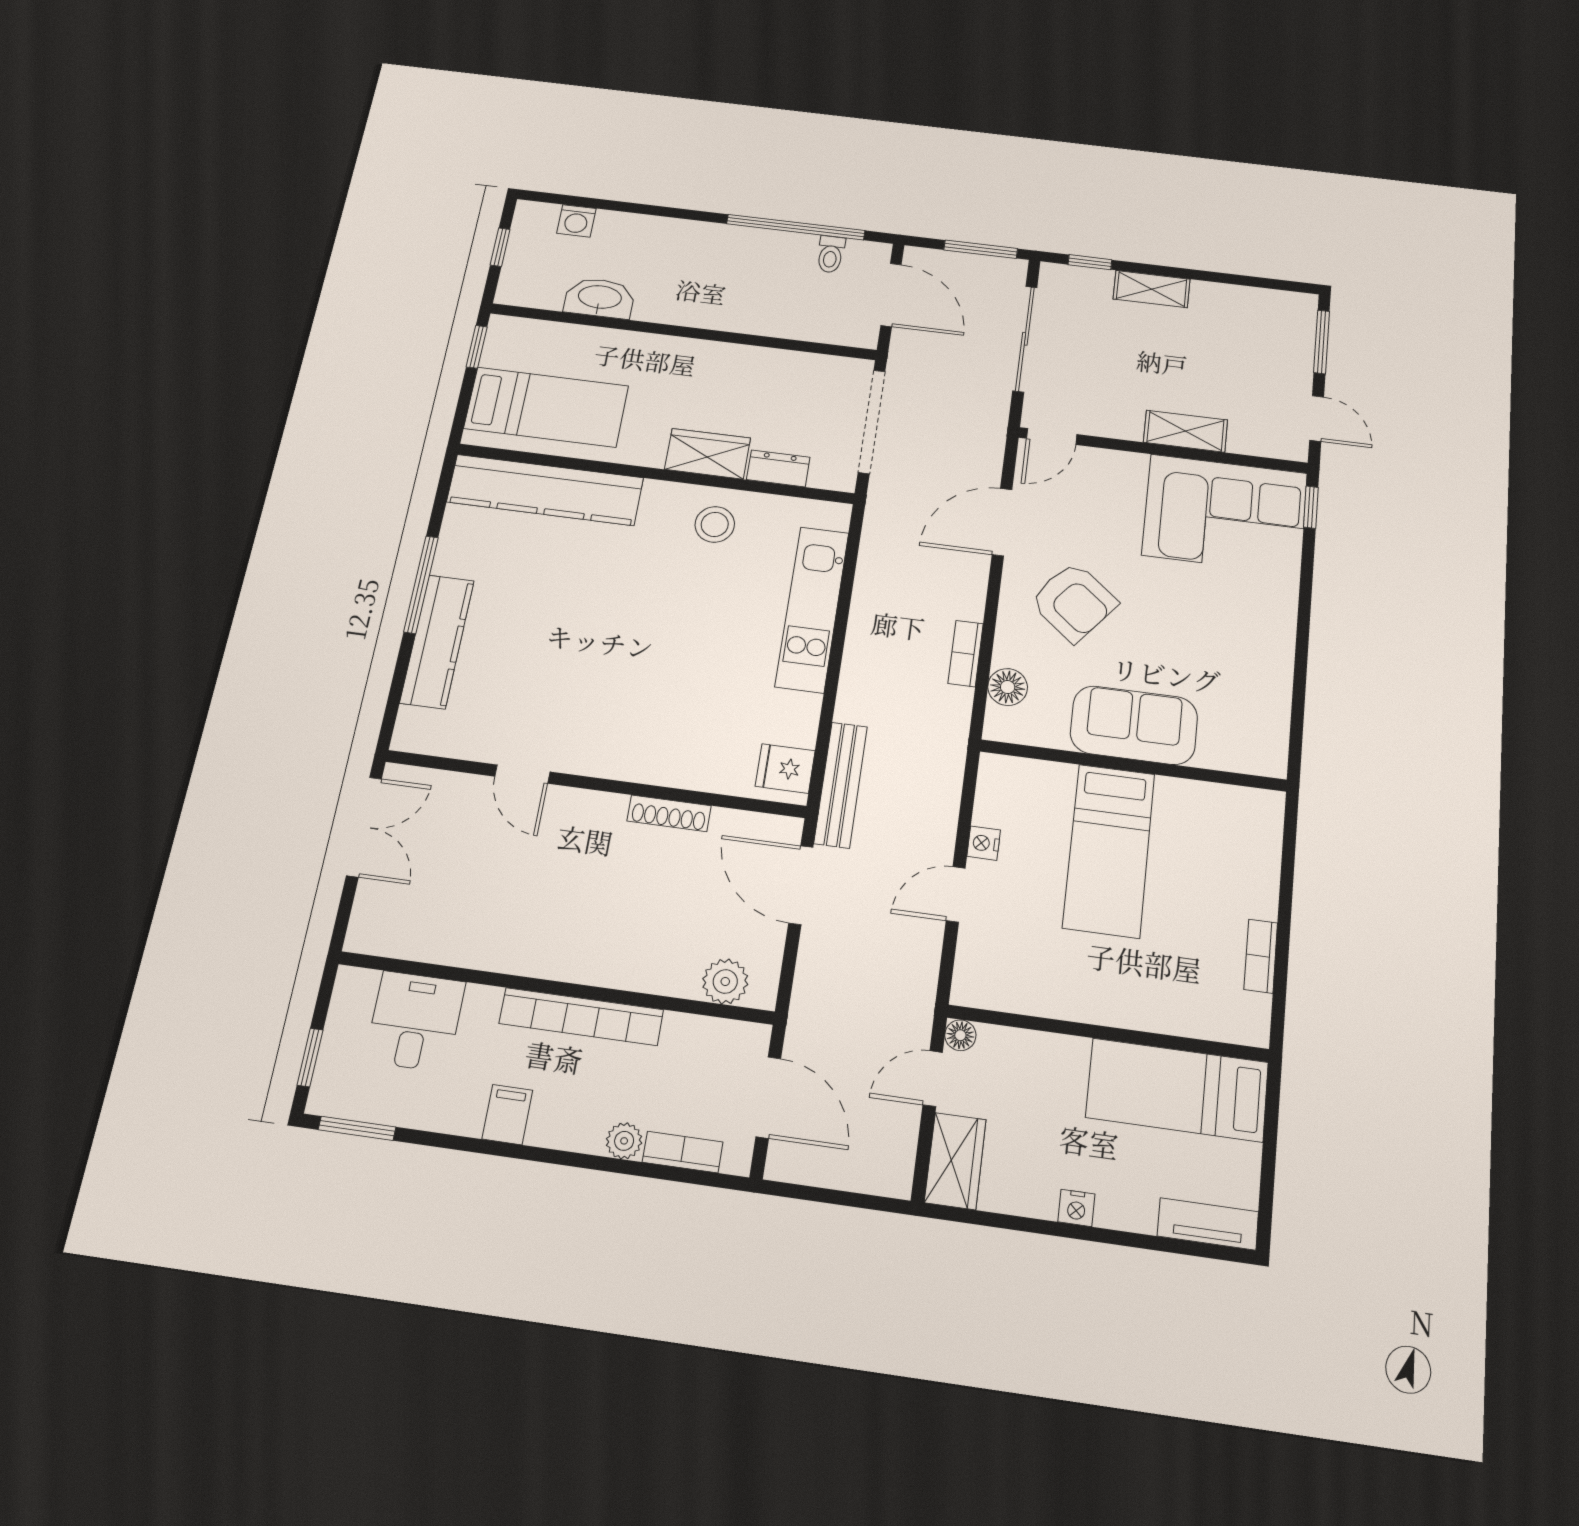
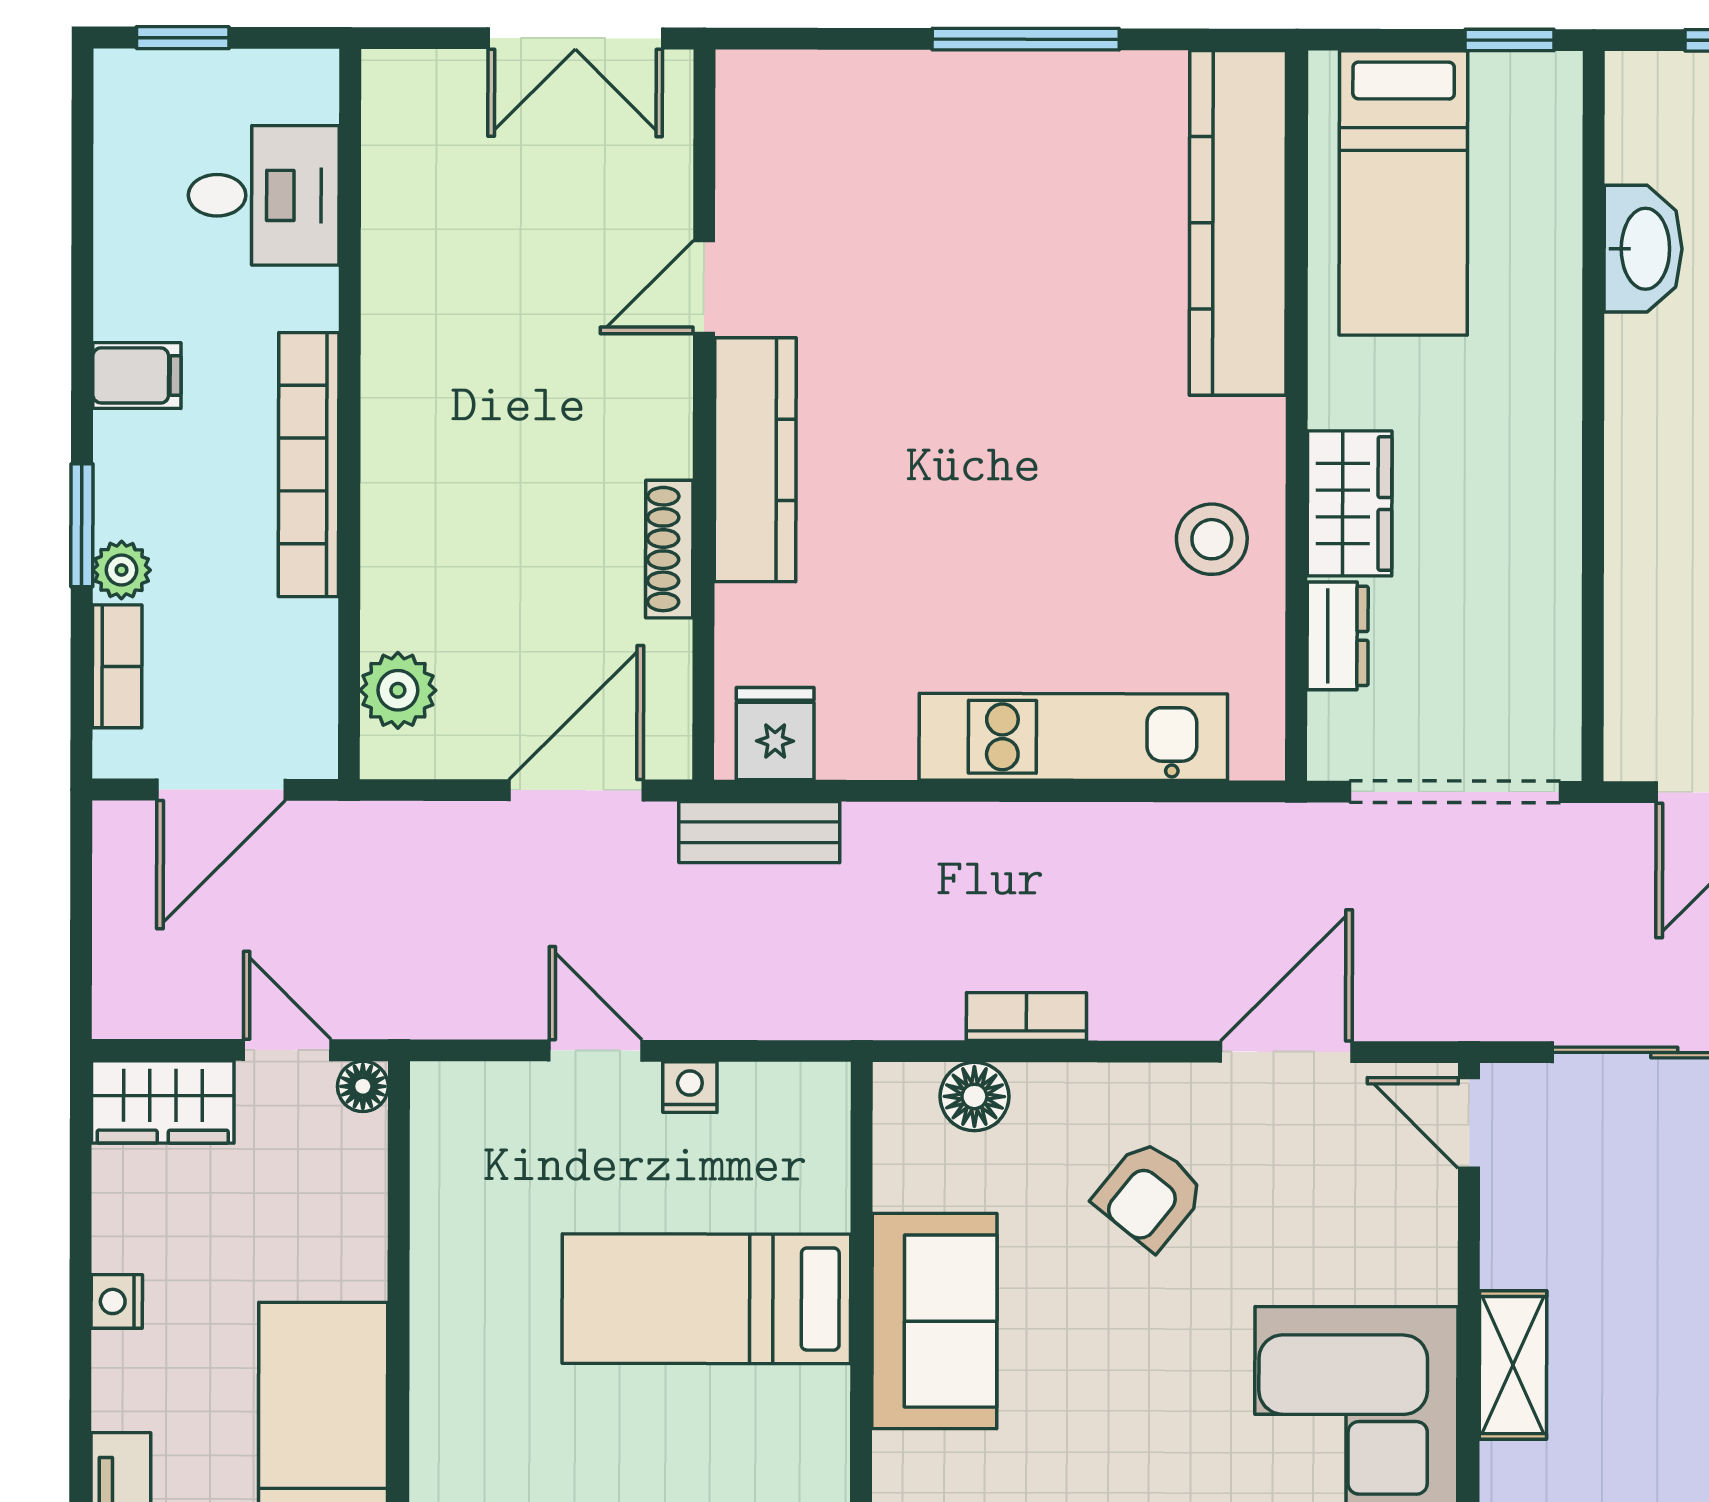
door: (1002, 522) -> (1286, 1052), hinge flipped
armchair: (1074, 602) -> (1150, 1195), width x0.72, depth x0.72
kitchen counter: (437, 641) -> (755, 460), moved, turned -90
bench: (841, 785) -> (759, 832), width x0.73
window: (357, 1128) -> (82, 525), moved

